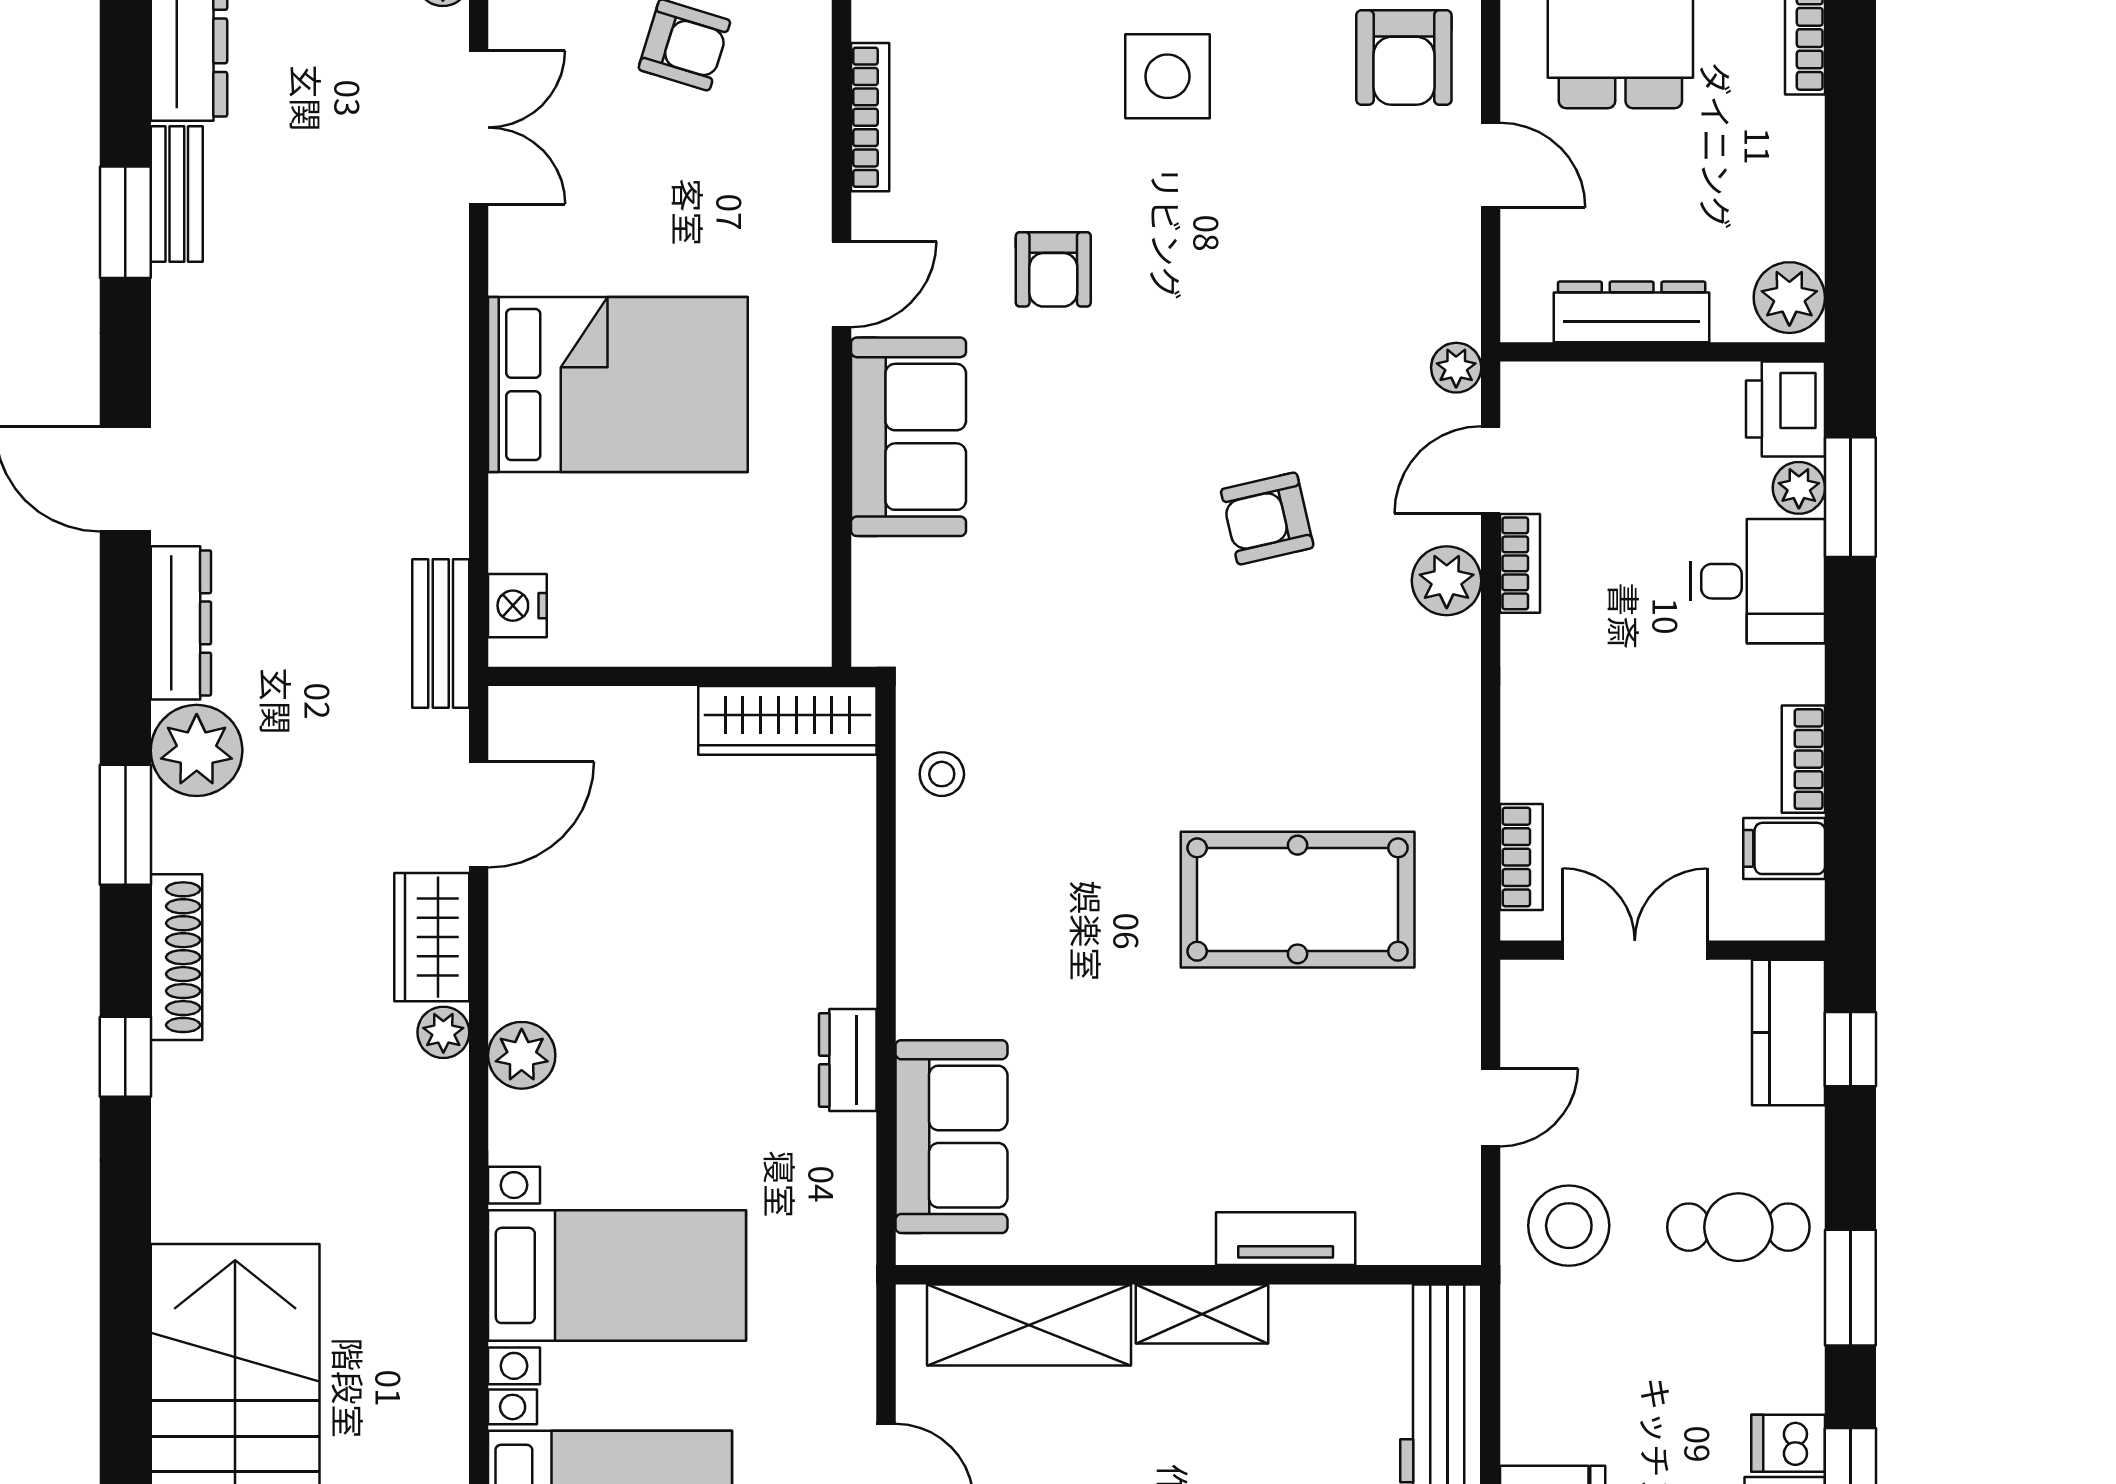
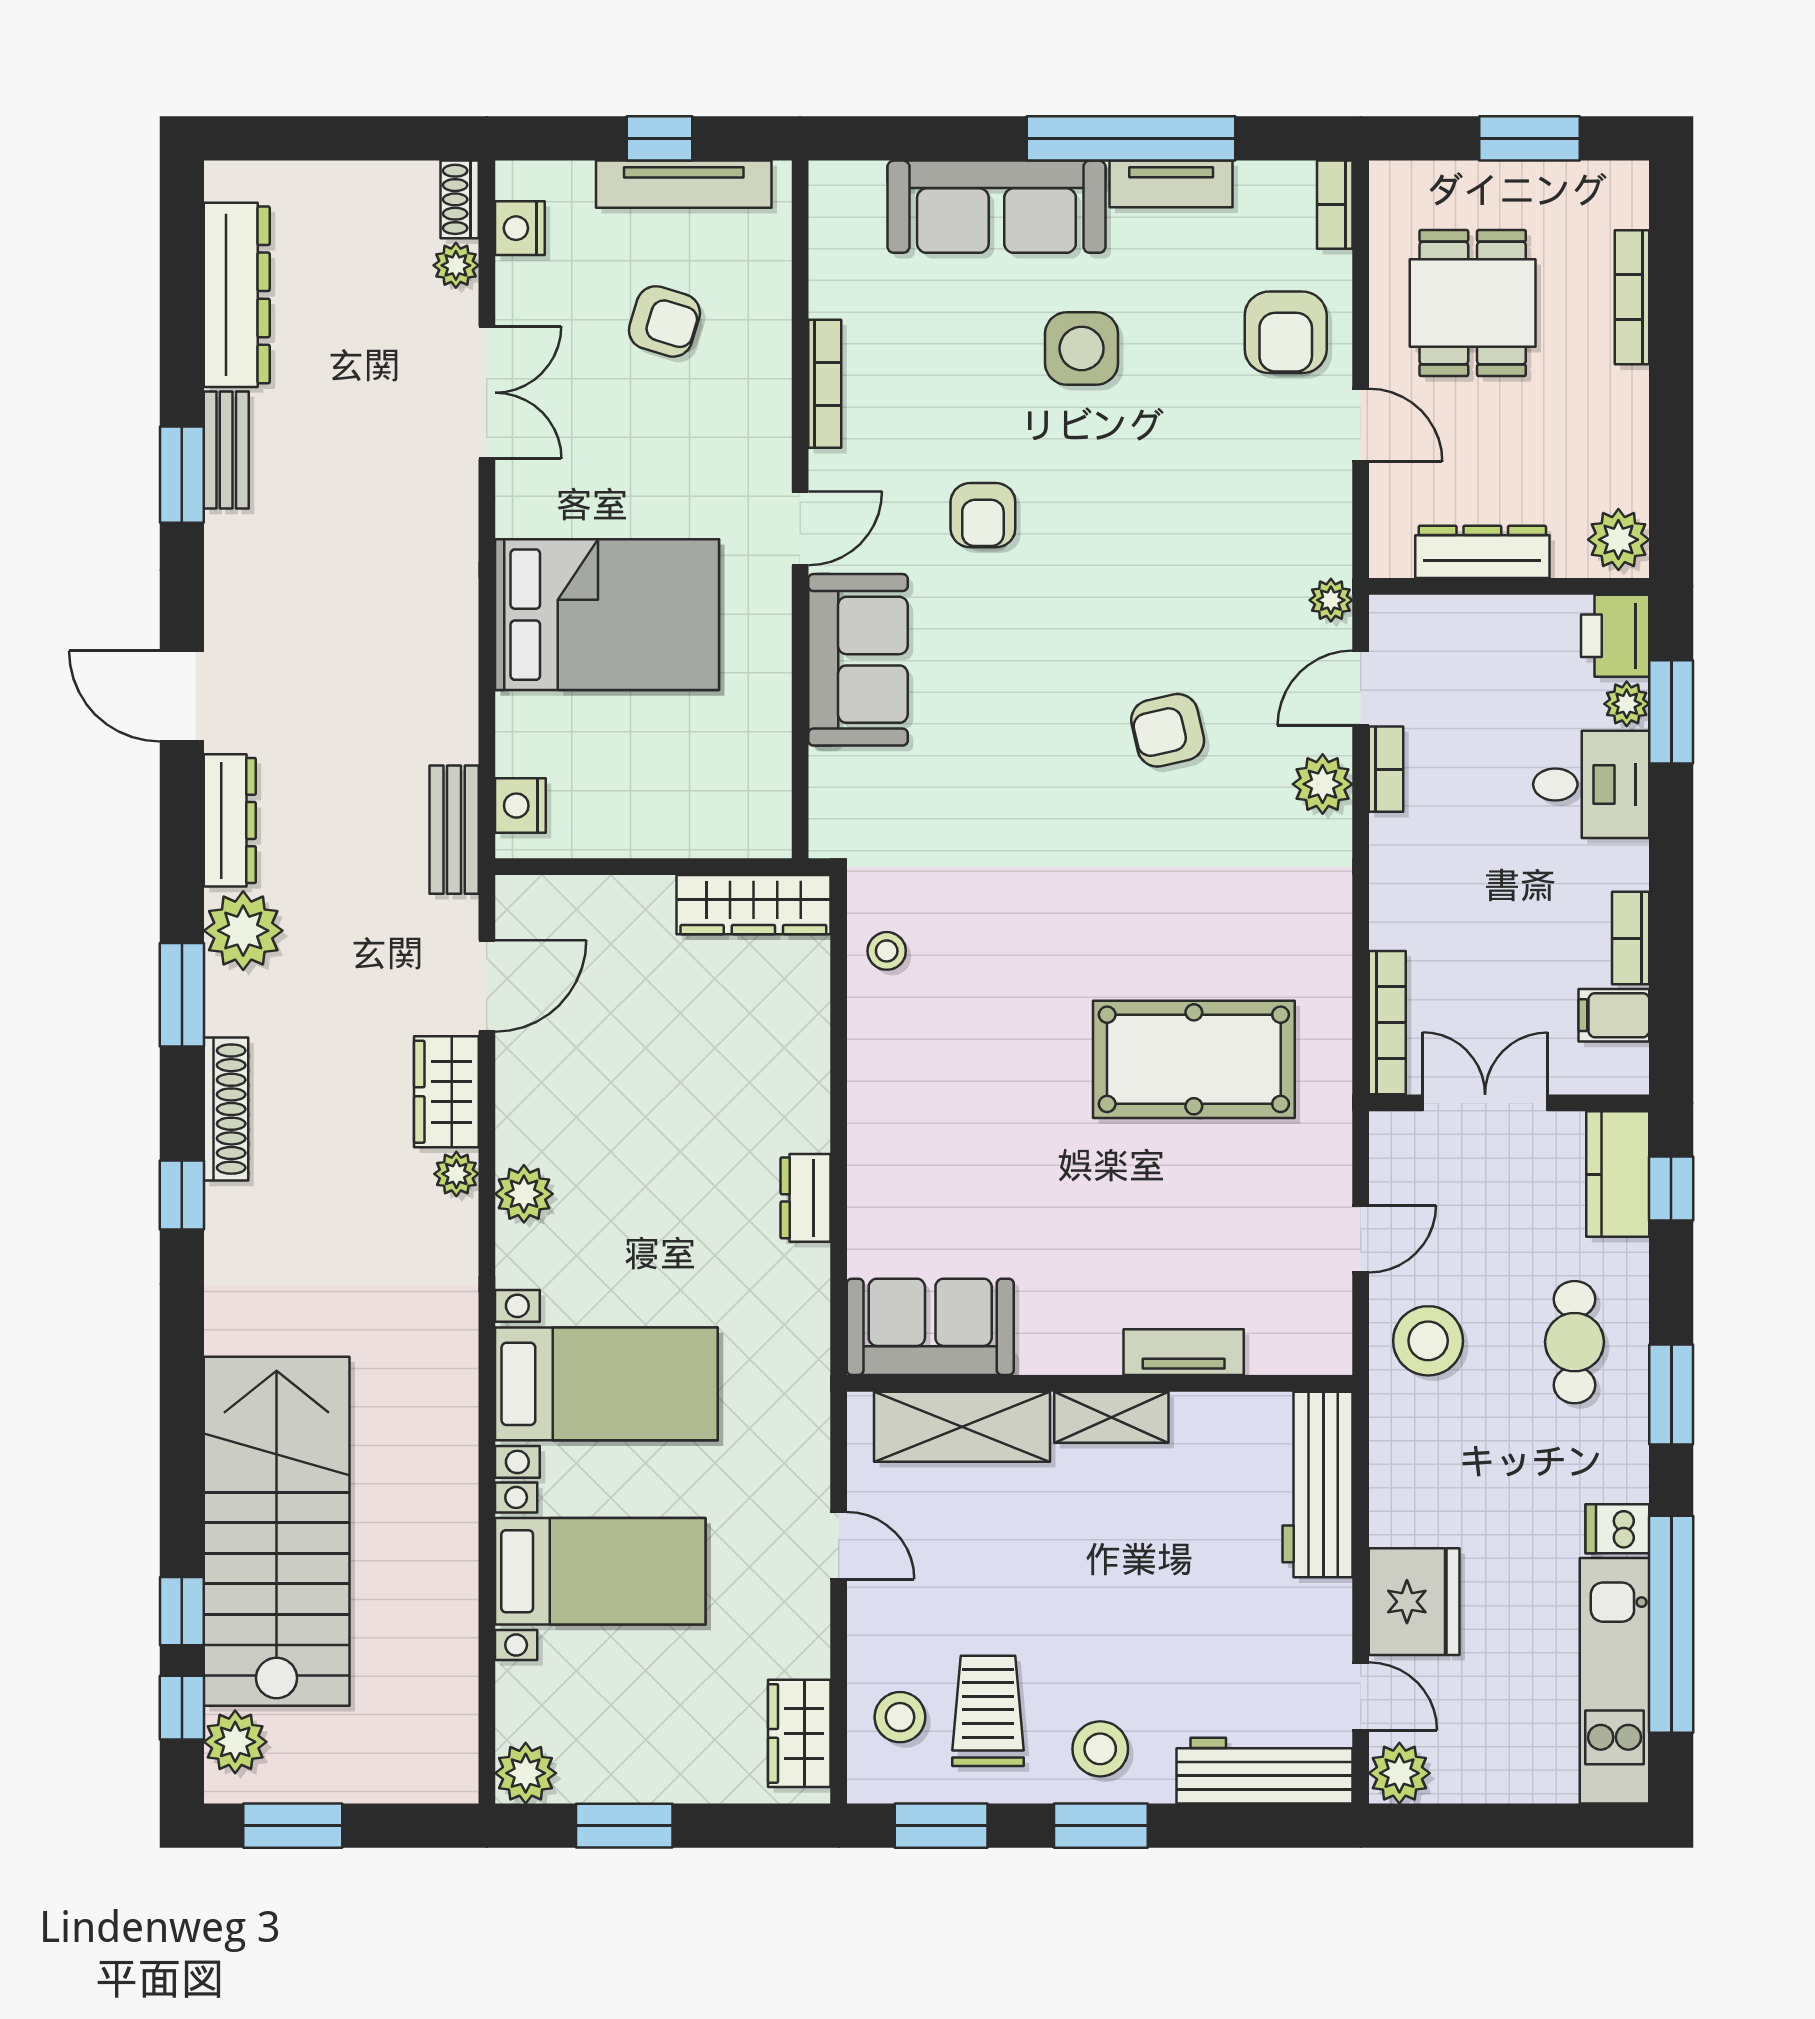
bookcase: (1521, 857) -> (1387, 1023), width x1.56
sofa: (951, 1137) -> (930, 1327), moved, turned -90
cafe table: (1738, 1227) -> (1575, 1342), turned 90

